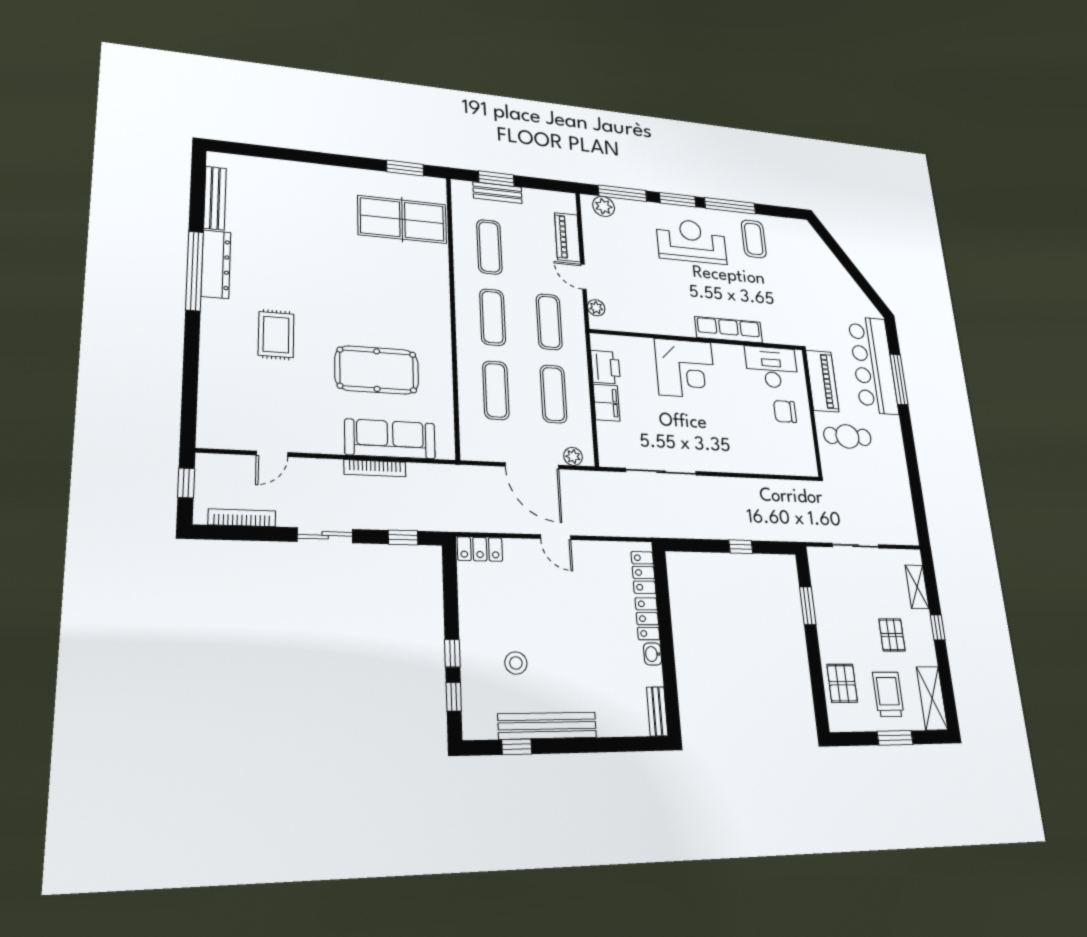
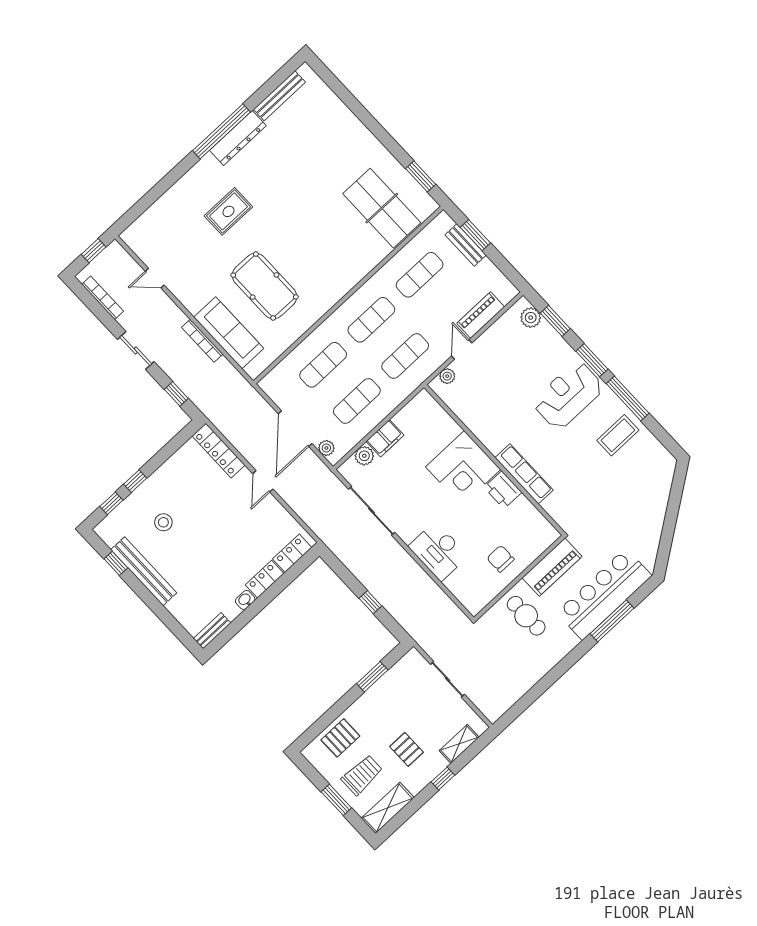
window: (622, 193) -> (555, 321), width x0.69
reception desk: (691, 241) -> (568, 395), turned -90
printer: (606, 367) -> (503, 490), moved, turned 90
desk: (772, 367) -> (438, 551), moved, turned 180
plant: (607, 433) -> (364, 456), added
locker: (480, 549) -> (218, 450), width x1.53
pallet: (892, 635) -> (407, 749), turned 90

